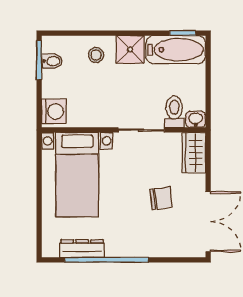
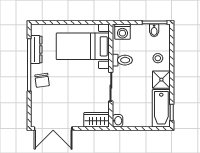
toilet: (174, 112) -> (122, 60), moved
chair: (161, 198) -> (42, 80), moved

